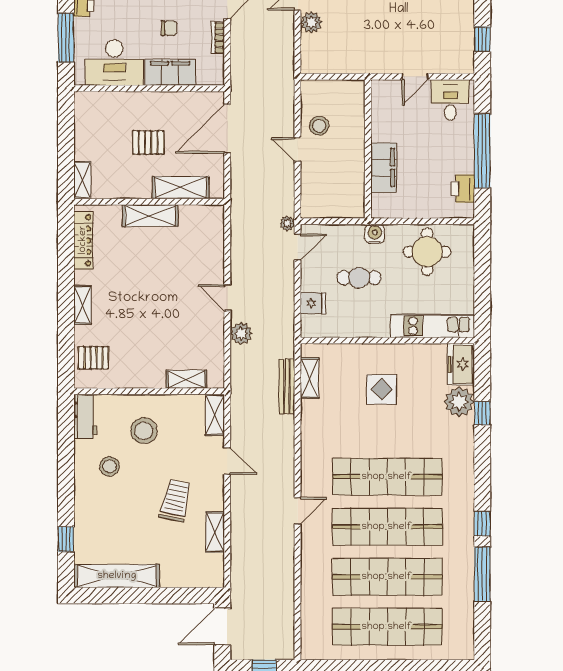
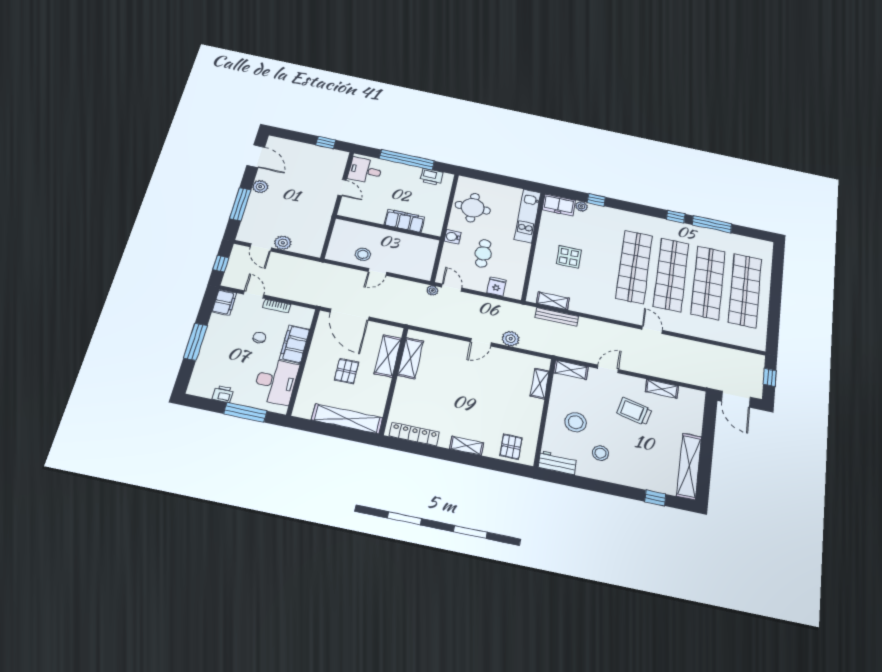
shelving: (82, 180) -> (347, 419), width x2.20, depth x1.33
shelving: (150, 216) -> (411, 358), moved
plant: (459, 402) -> (581, 206), width x0.53, depth x0.53

